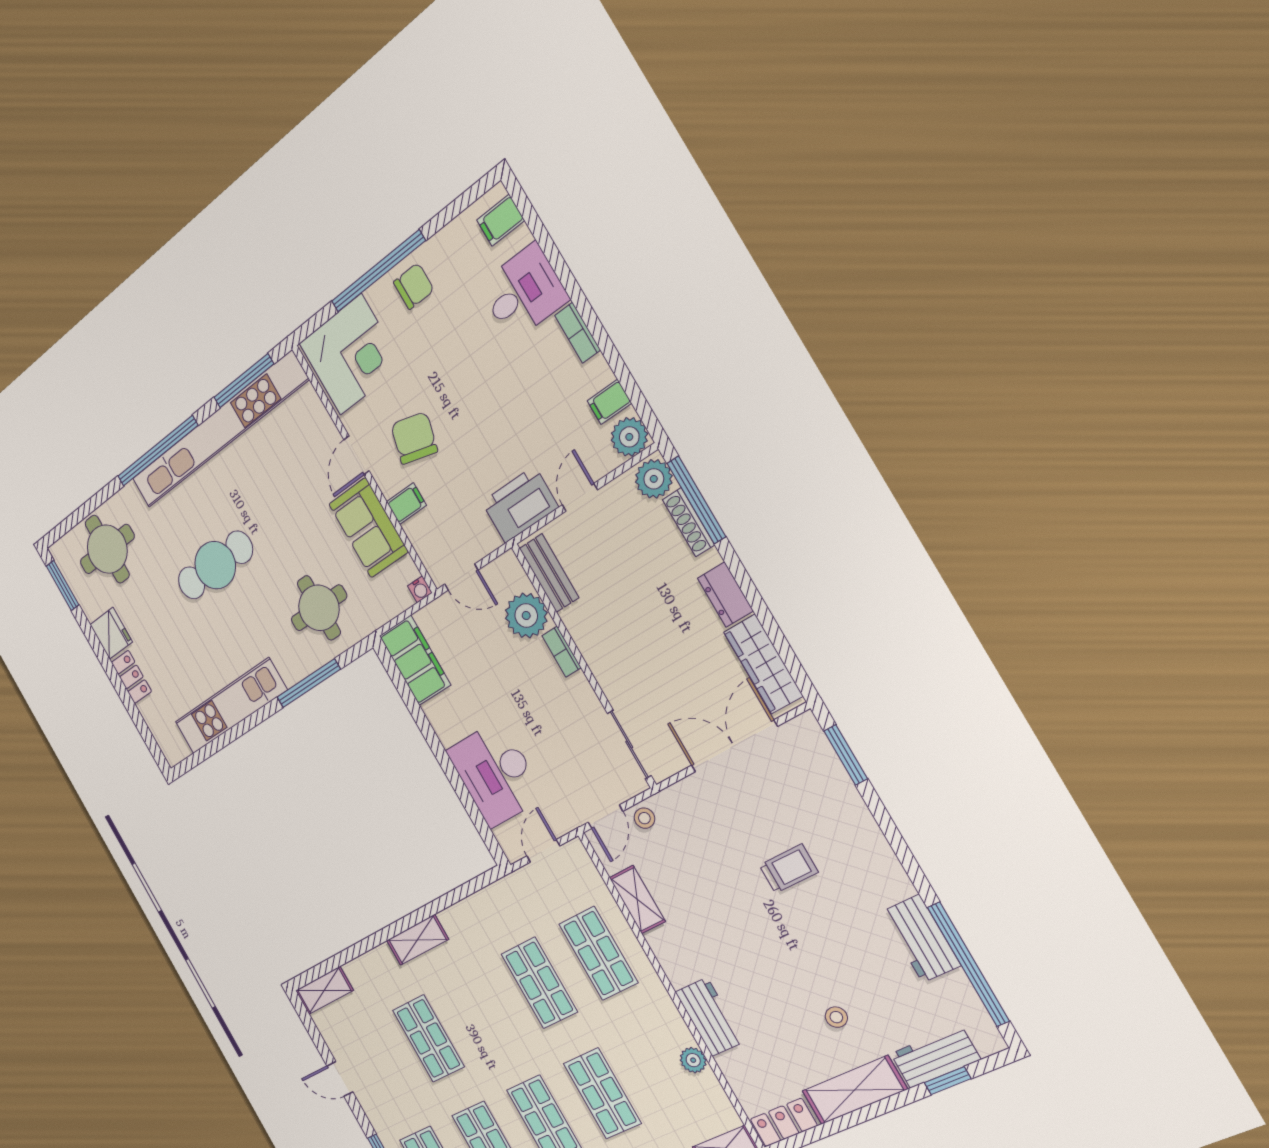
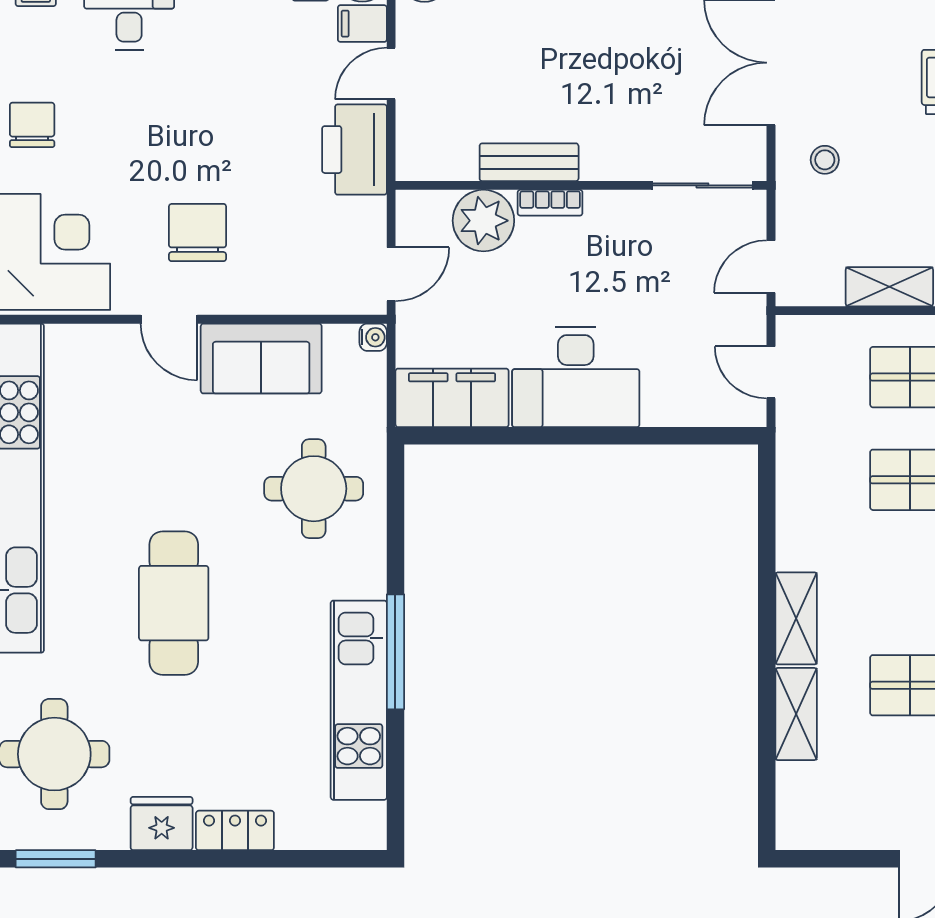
chair: (414, 438) -> (198, 233), turned 75
door: (580, 497) -> (391, 74), hinge flipped
filing cabinet: (406, 504) -> (362, 24), moved, turned -90
bench: (549, 573) -> (529, 162), moved
window: (309, 683) -> (395, 652), moved
desk: (495, 774) -> (576, 377), moved
door: (605, 817) -> (771, 267), swing flipped
stool: (644, 818) -> (825, 160), moved
shelving: (324, 990) -> (796, 714), moved

